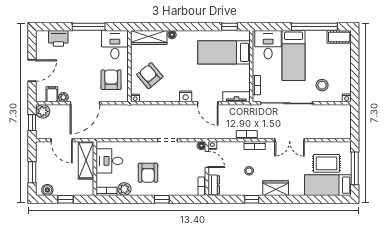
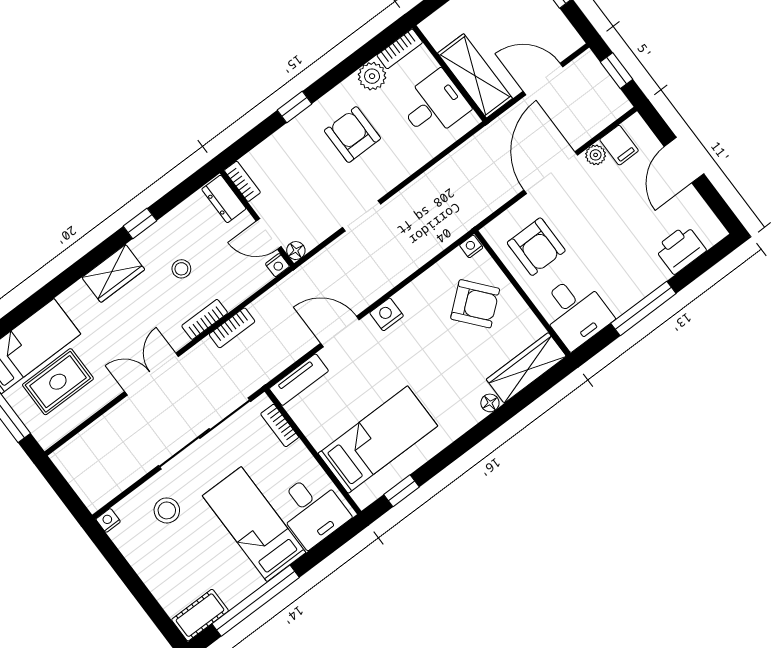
plant: (43, 111) -> (613, 104), removed

